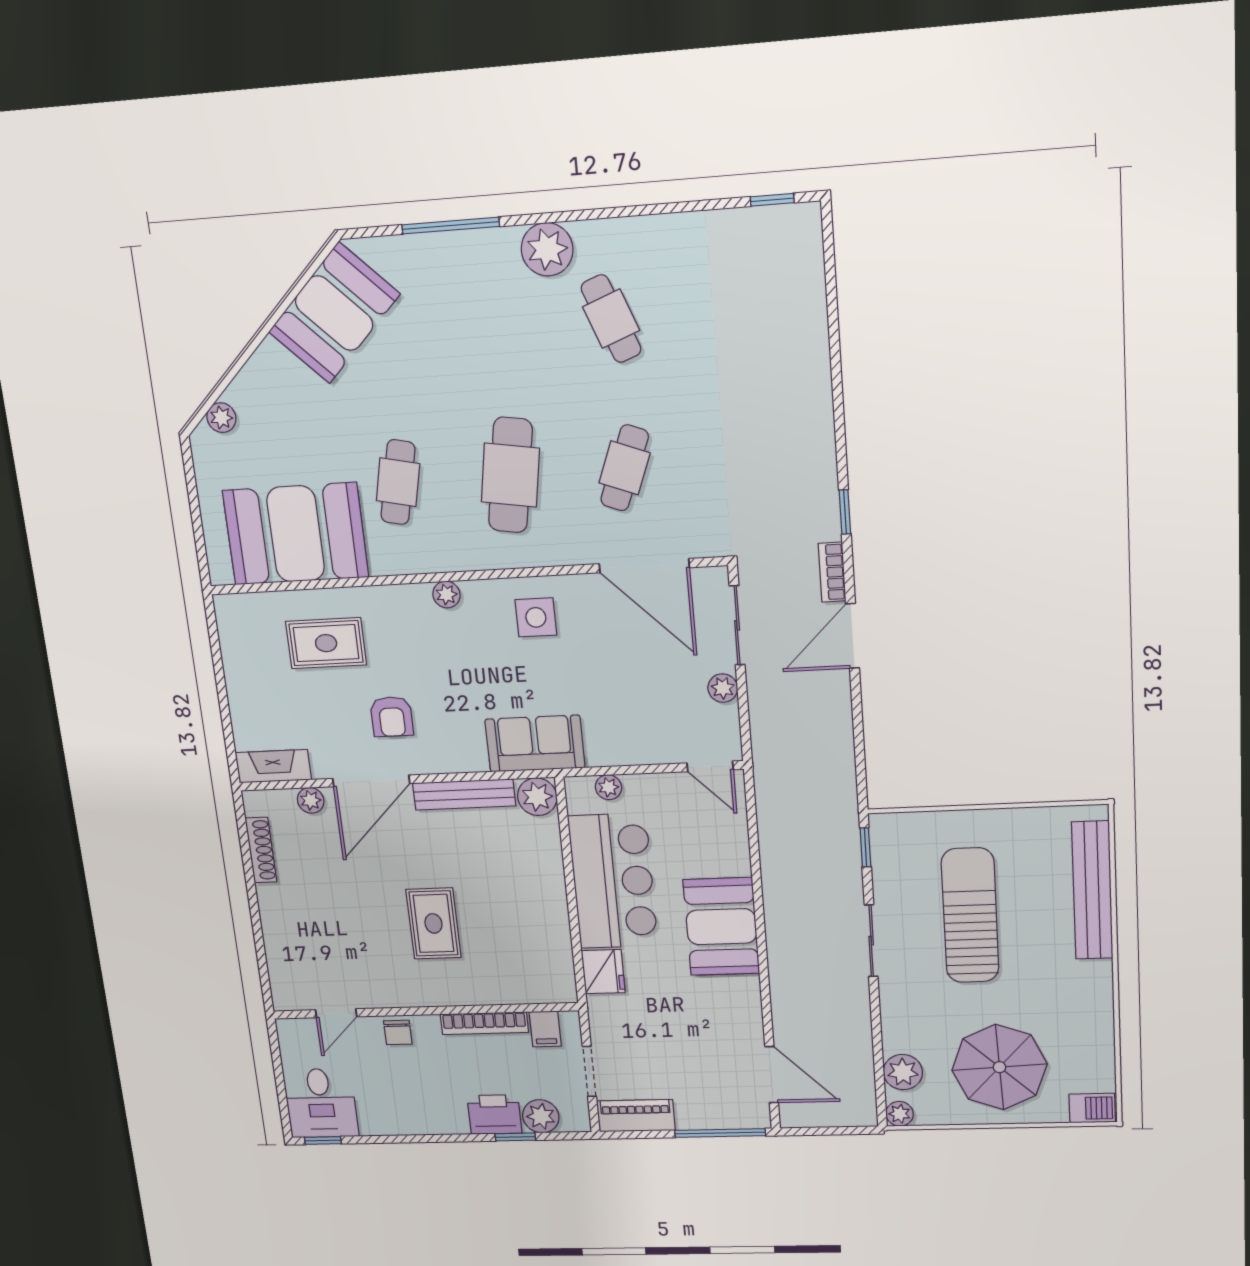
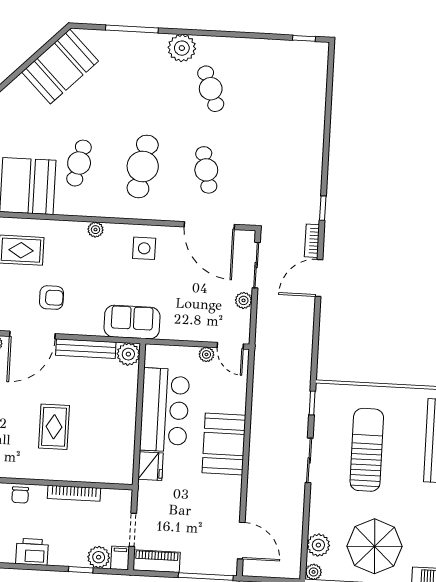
cafe table: (625, 468) -> (206, 170), turned -33
armchair: (392, 717) -> (51, 298), turned -90
plant: (608, 787) -> (206, 354), moved
filing cabinet: (545, 1029) -> (120, 558), moved, turned 180
printer: (494, 1115) -> (32, 552), moved

